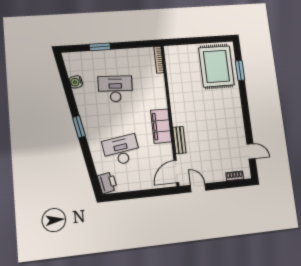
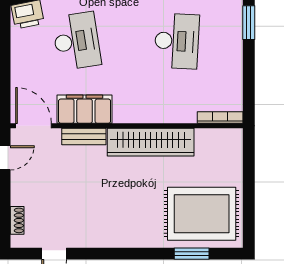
wardrobe: (178, 99) -> (151, 142), added
filing cabinet: (161, 126) -> (85, 109), moved

